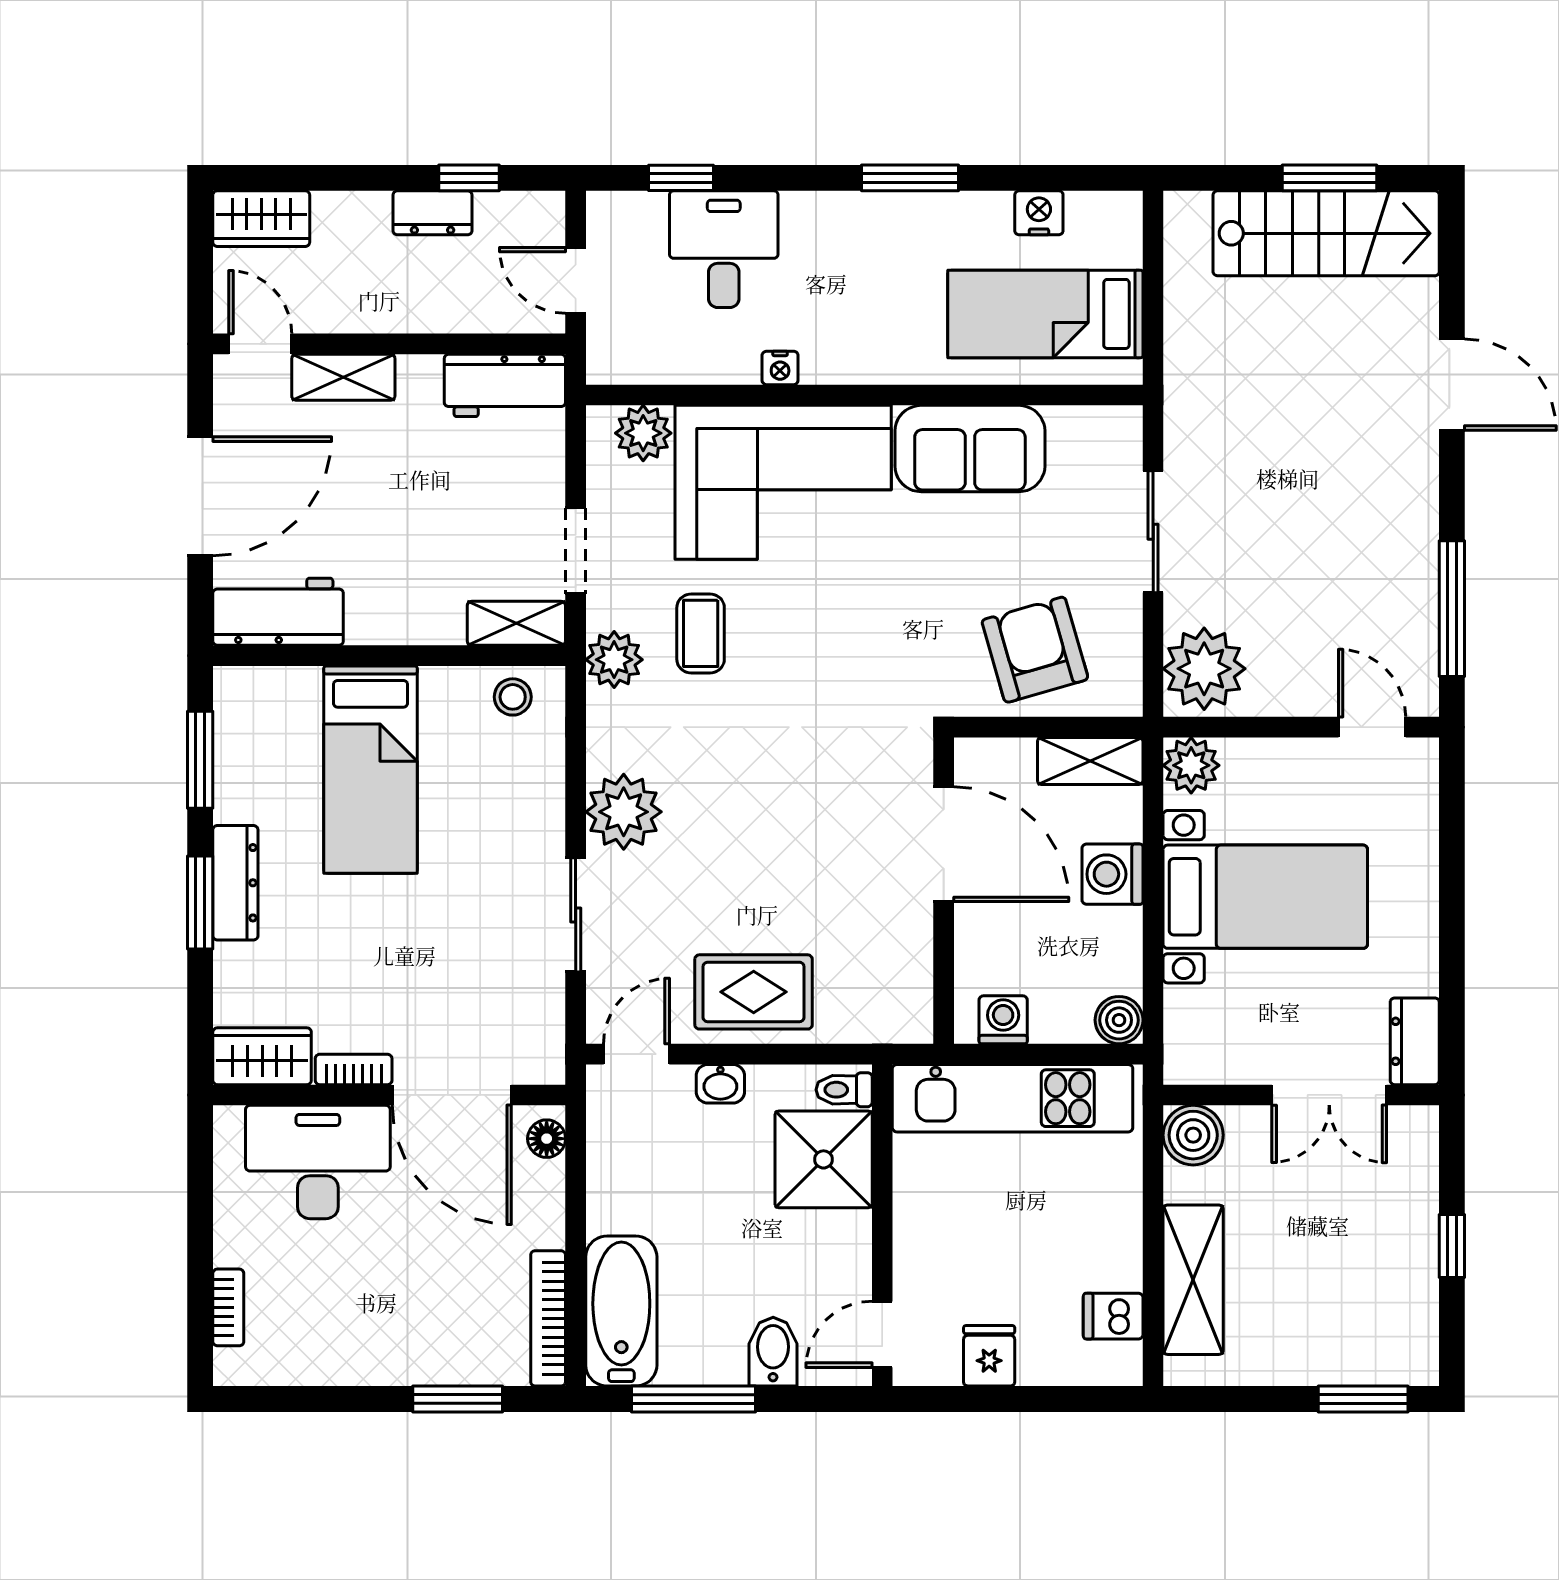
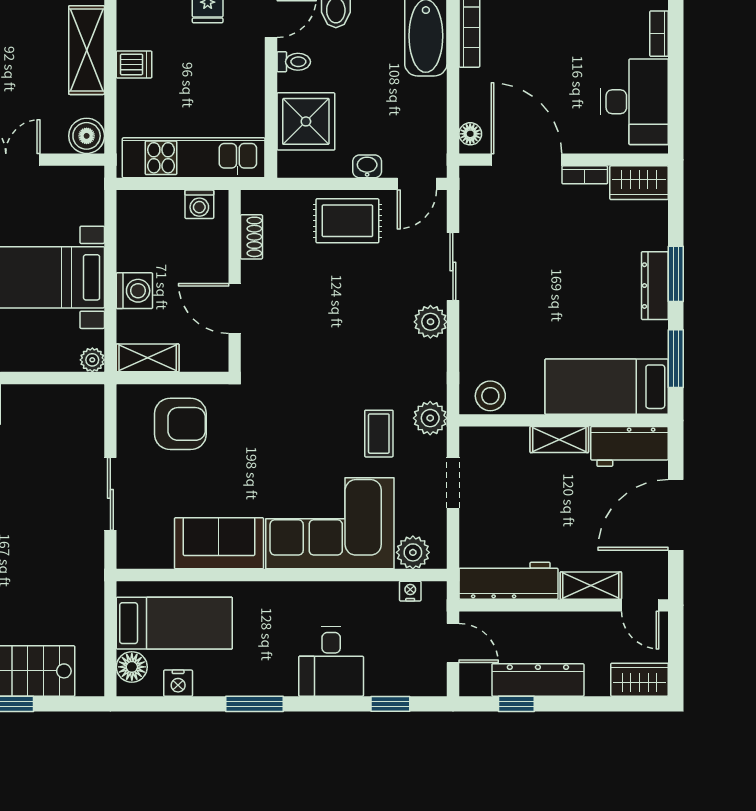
dresser: (432, 213) -> (538, 680), width x1.96, depth x1.24
floor lamp: (1117, 240) -> (132, 667), added
desk: (724, 249) -> (331, 662), moved
nightstand: (780, 368) -> (410, 591), moved
workbench: (505, 385) -> (508, 581), width x1.38
shelving: (516, 623) -> (559, 440), moved
armchair: (1035, 650) -> (180, 424), turned -74
plant: (1204, 669) -> (80, 413), removed
stool: (513, 697) -> (490, 396), width x1.37, depth x1.37
plant: (1191, 765) -> (92, 360), width x0.73, depth x0.73
bed: (370, 770) -> (607, 387), moved, turned -90
plant: (624, 812) -> (430, 322), width x0.73, depth x0.73
door: (944, 844) -> (235, 308), width x0.73
shoe rack: (915, 965) -> (252, 237), added
boiler: (1119, 1020) -> (131, 204), removed
toilet: (844, 1090) -> (294, 62), moved
desk: (318, 1162) -> (634, 102), moved, turned -90
dishwasher: (1113, 1316) -> (134, 64), moved

